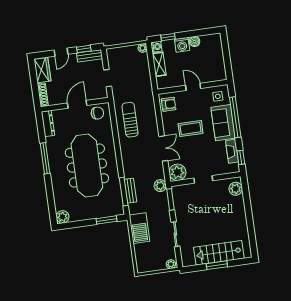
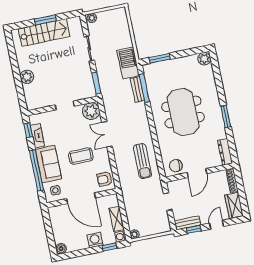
boiler: (195, 42) -> (61, 249), moved
door: (193, 87) -> (81, 198), width x1.88
window: (45, 158) -> (226, 117), width x0.69
meeting table: (87, 166) -> (183, 112), width x0.73
plant: (160, 186) -> (108, 96), removed
plant: (236, 189) -> (27, 77), moved
barbecue: (139, 228) -> (128, 63), moved

